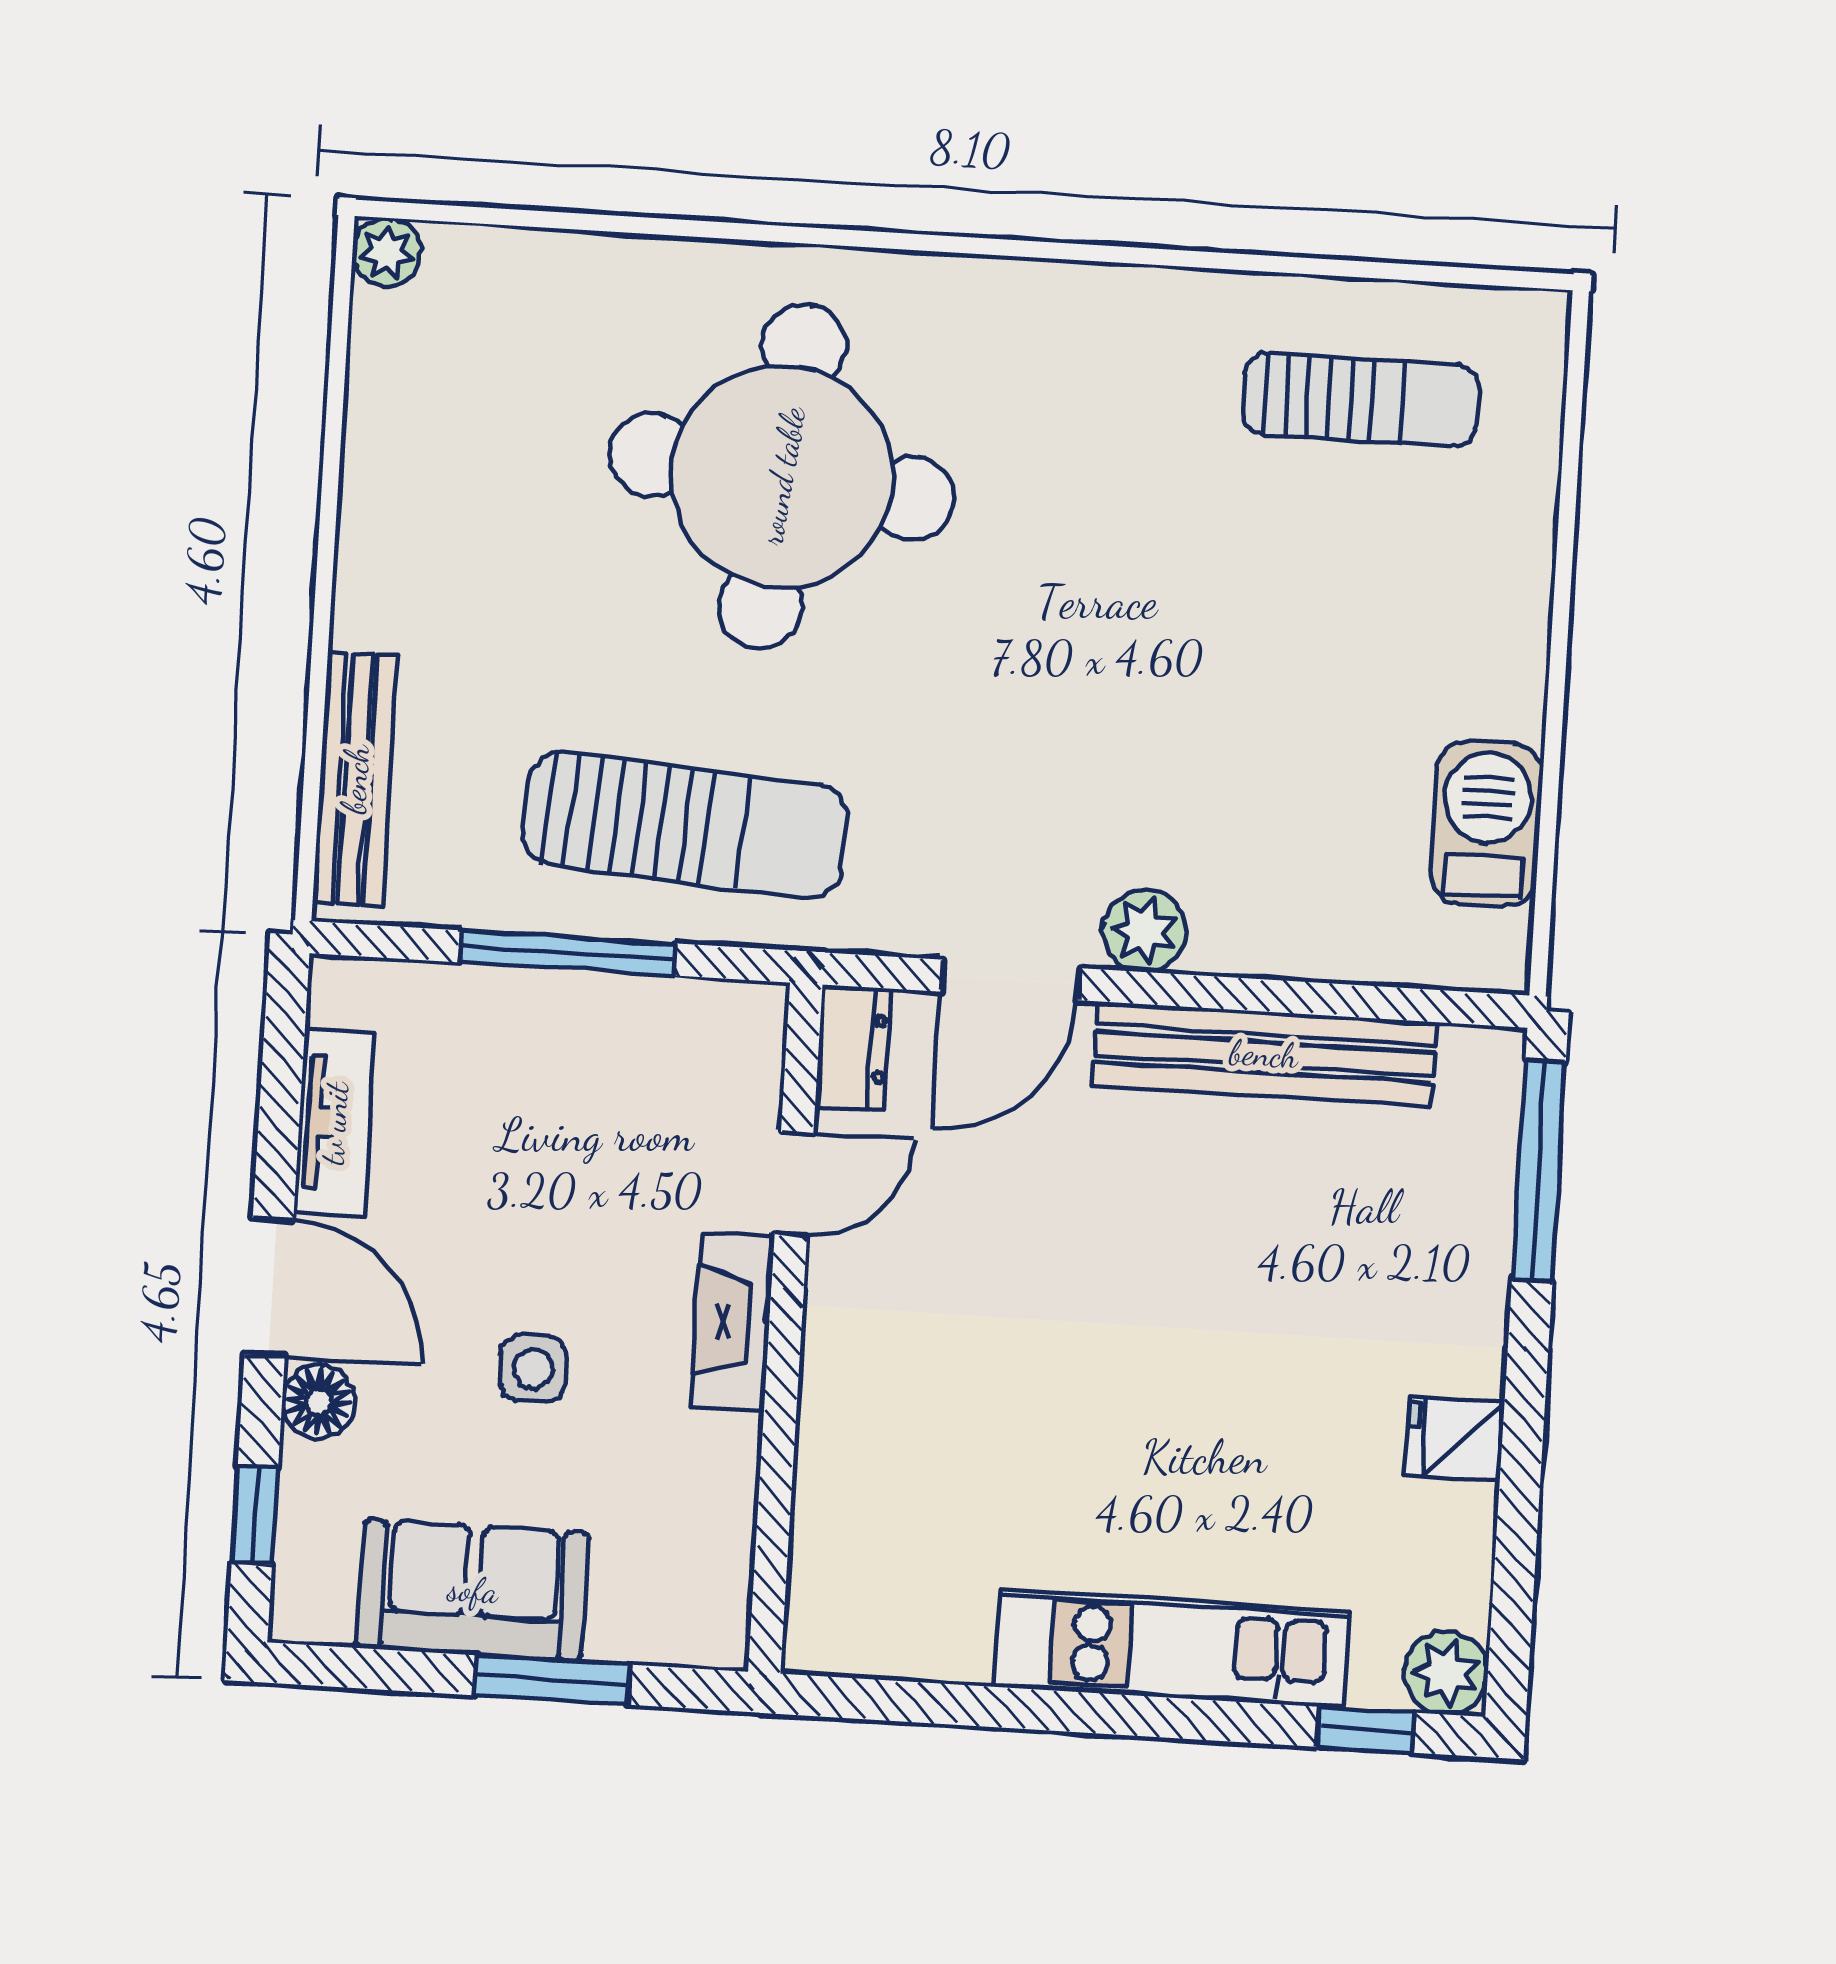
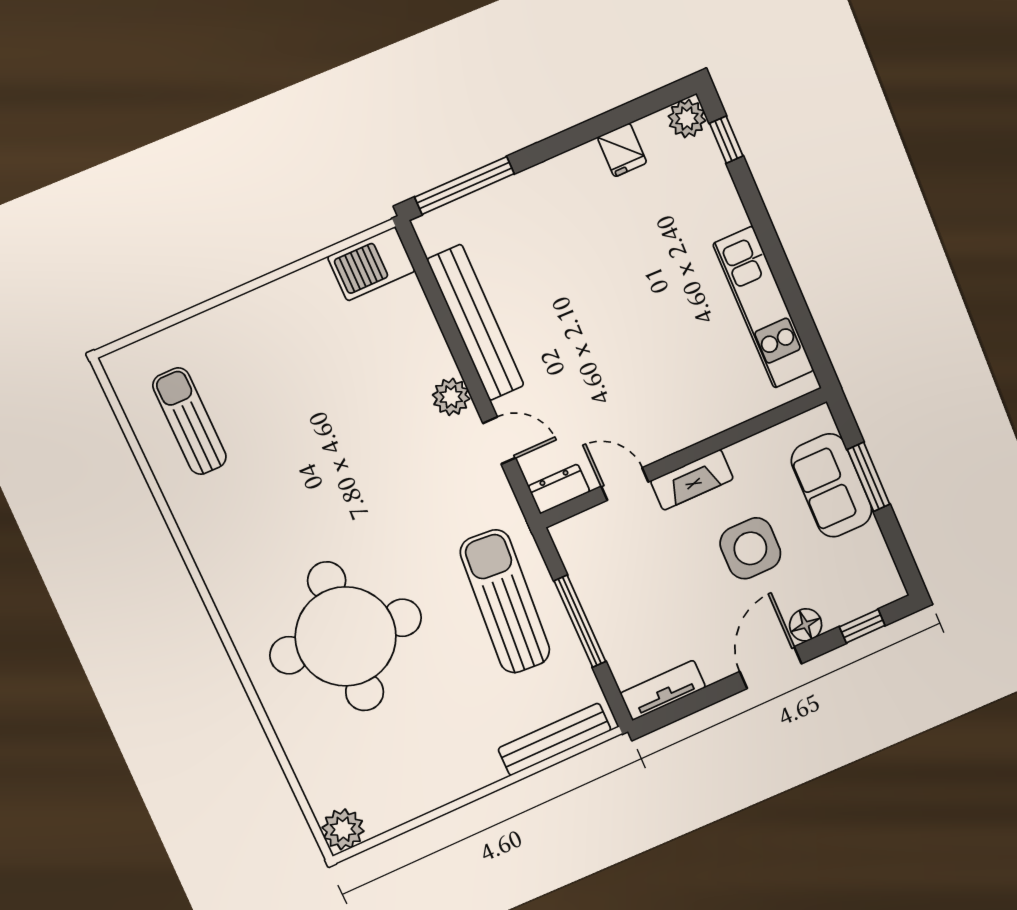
plant: (387, 252) -> (343, 829), width x1.38, depth x1.38
barbecue: (1487, 824) -> (371, 264), moved
door: (1010, 980) -> (499, 441), width x0.73
tv unit: (334, 1123) -> (663, 690), moved
side table: (533, 1369) -> (750, 548), width x1.87, depth x1.87
fridge: (1455, 1438) -> (622, 150), moved
sofa: (473, 1590) -> (832, 485), moved
kitchen unit: (1172, 1648) -> (763, 307), moved

